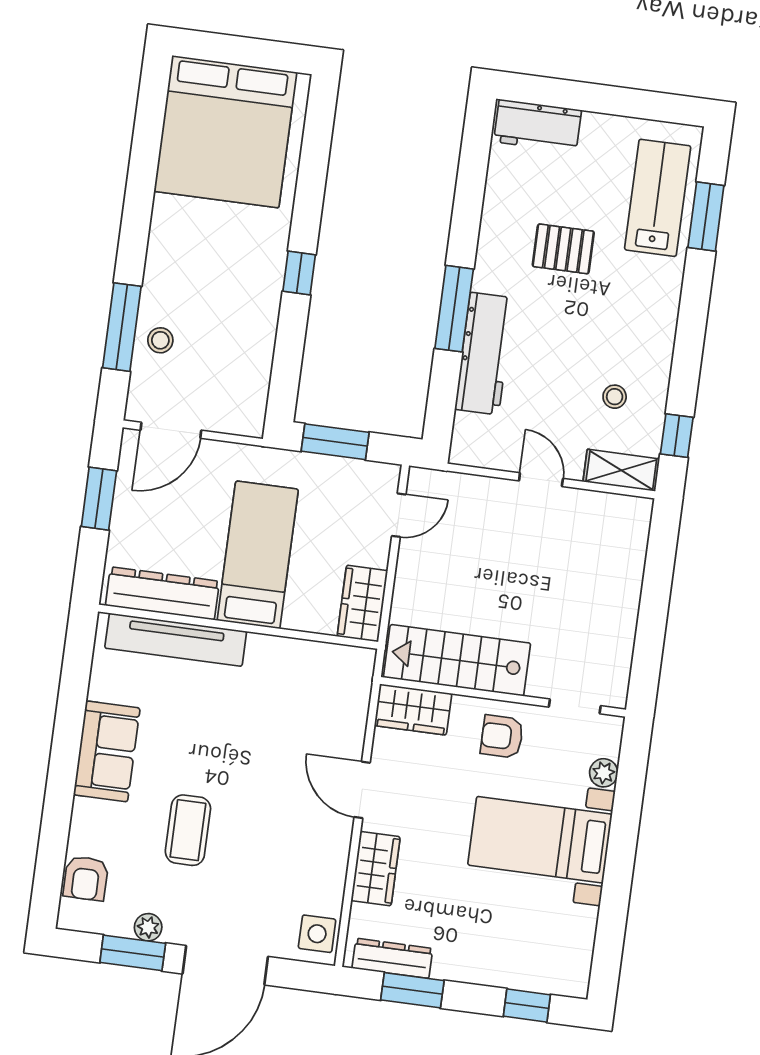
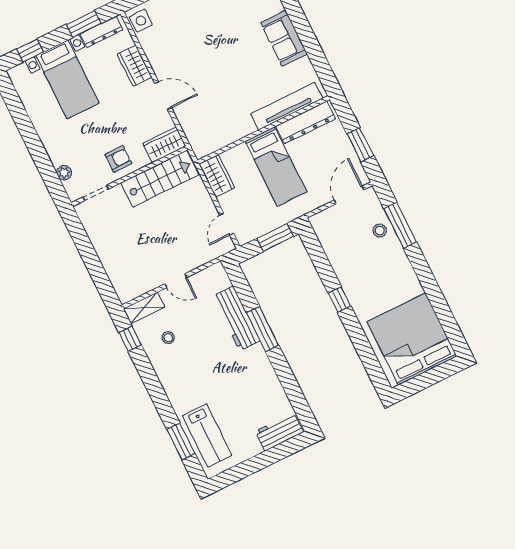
pallet: (563, 249) -> (233, 386), removed
coffee table: (188, 830) -> (226, 28), removed
bed with nightstands: (540, 840) -> (67, 79), moved, turned 90

